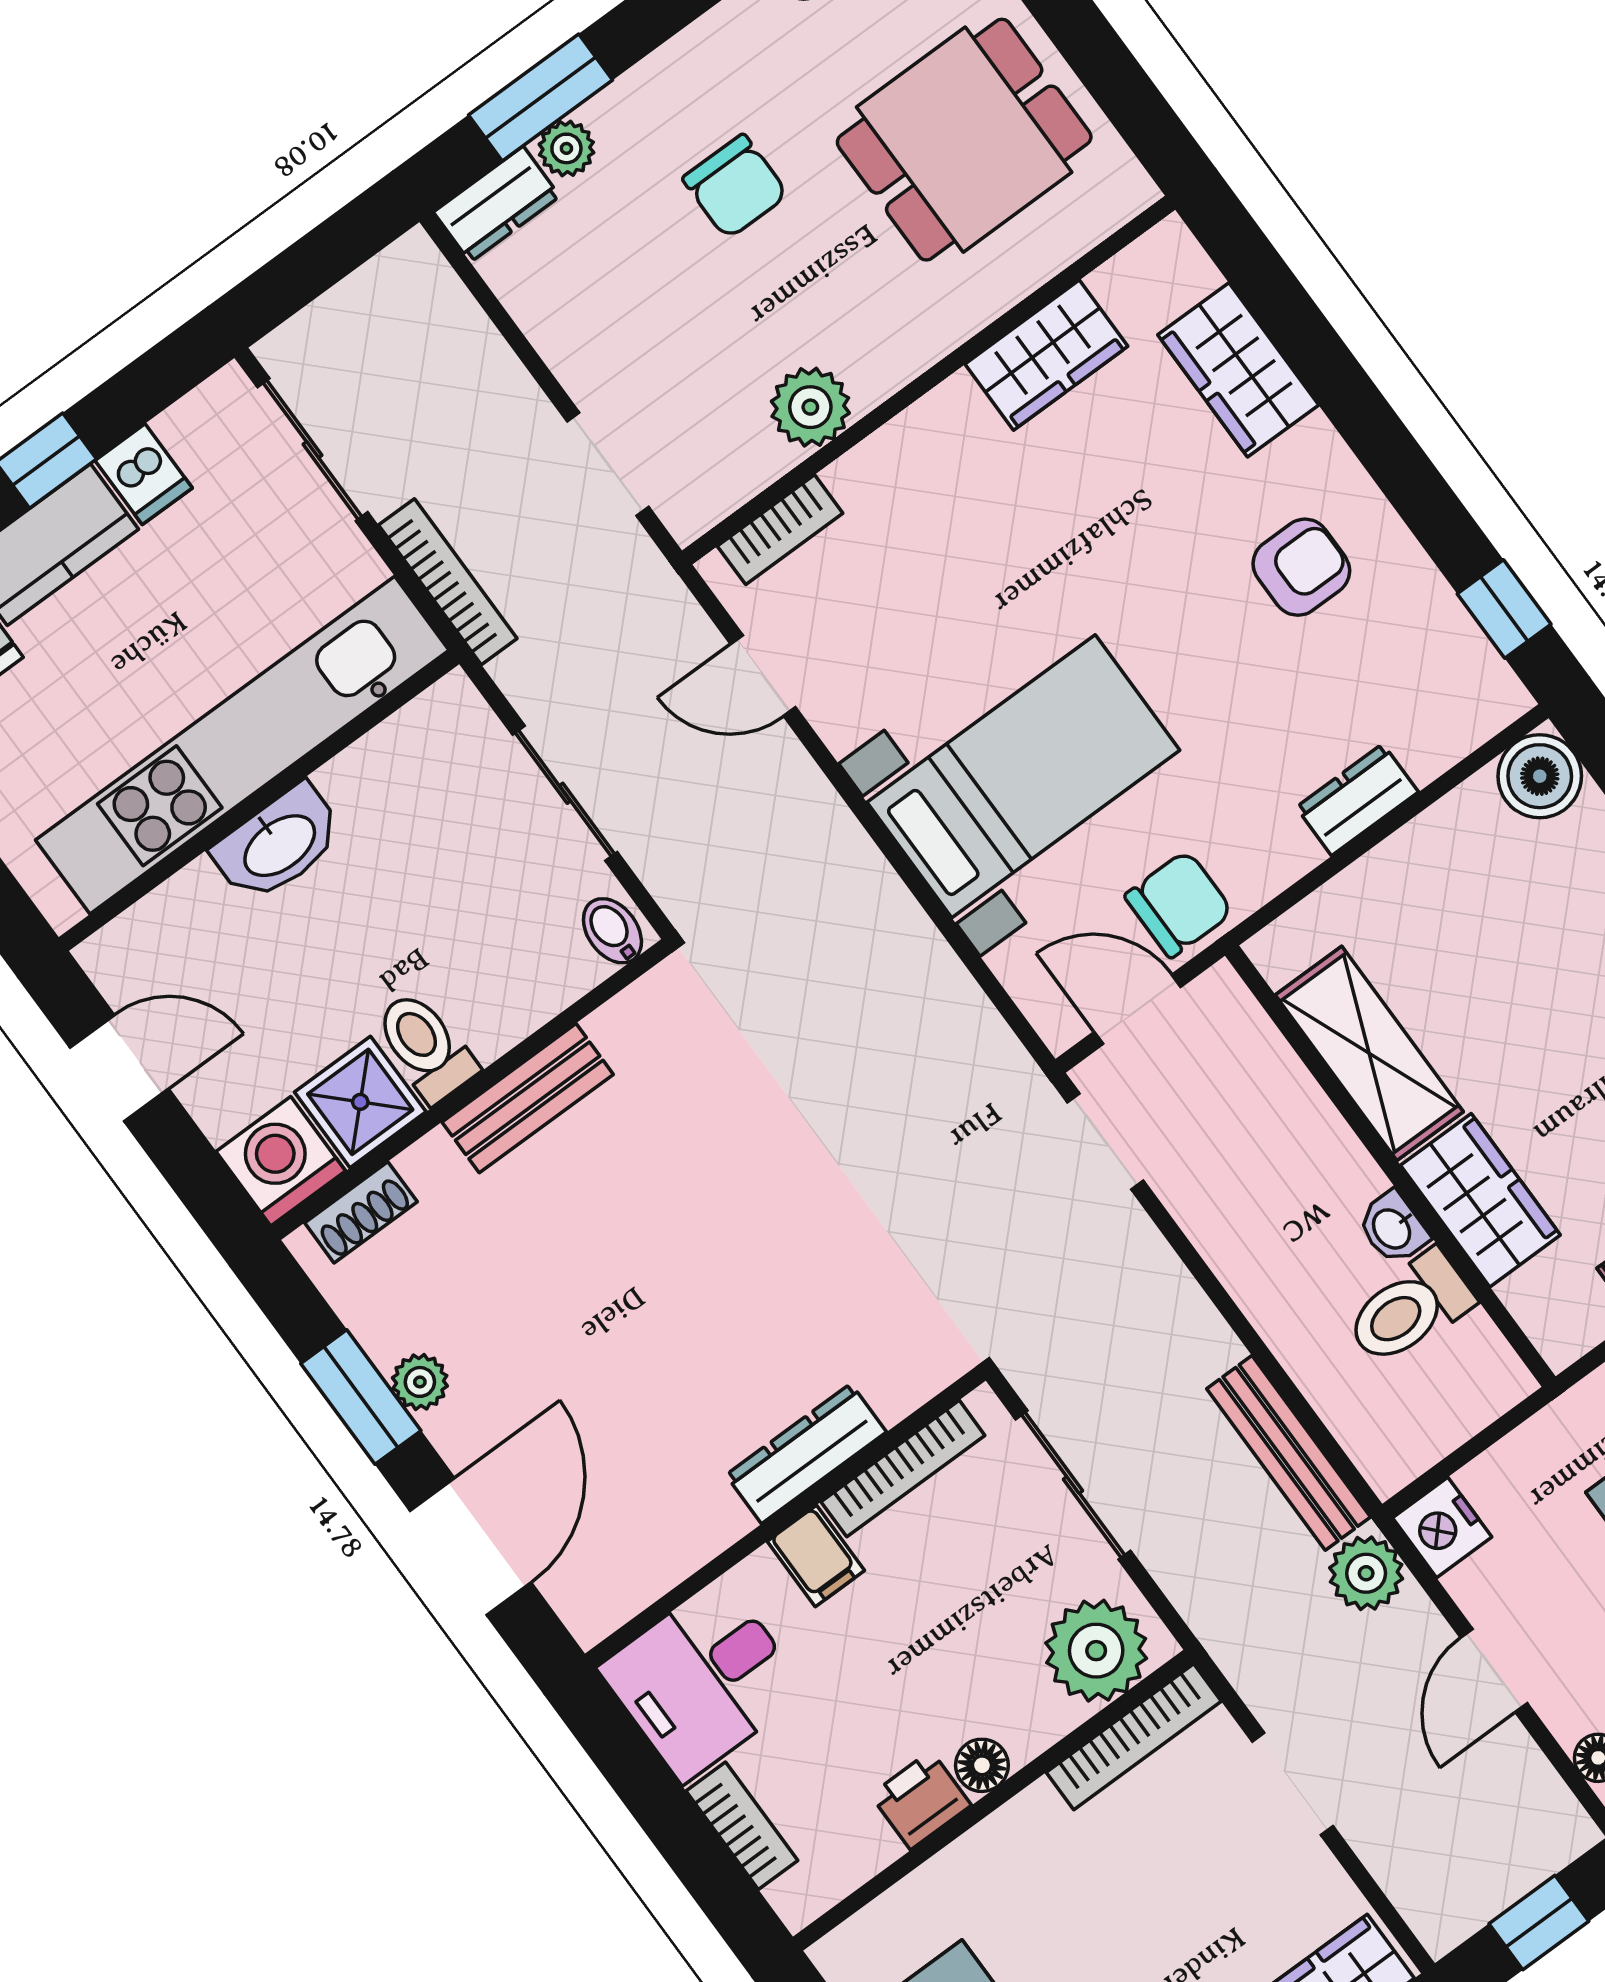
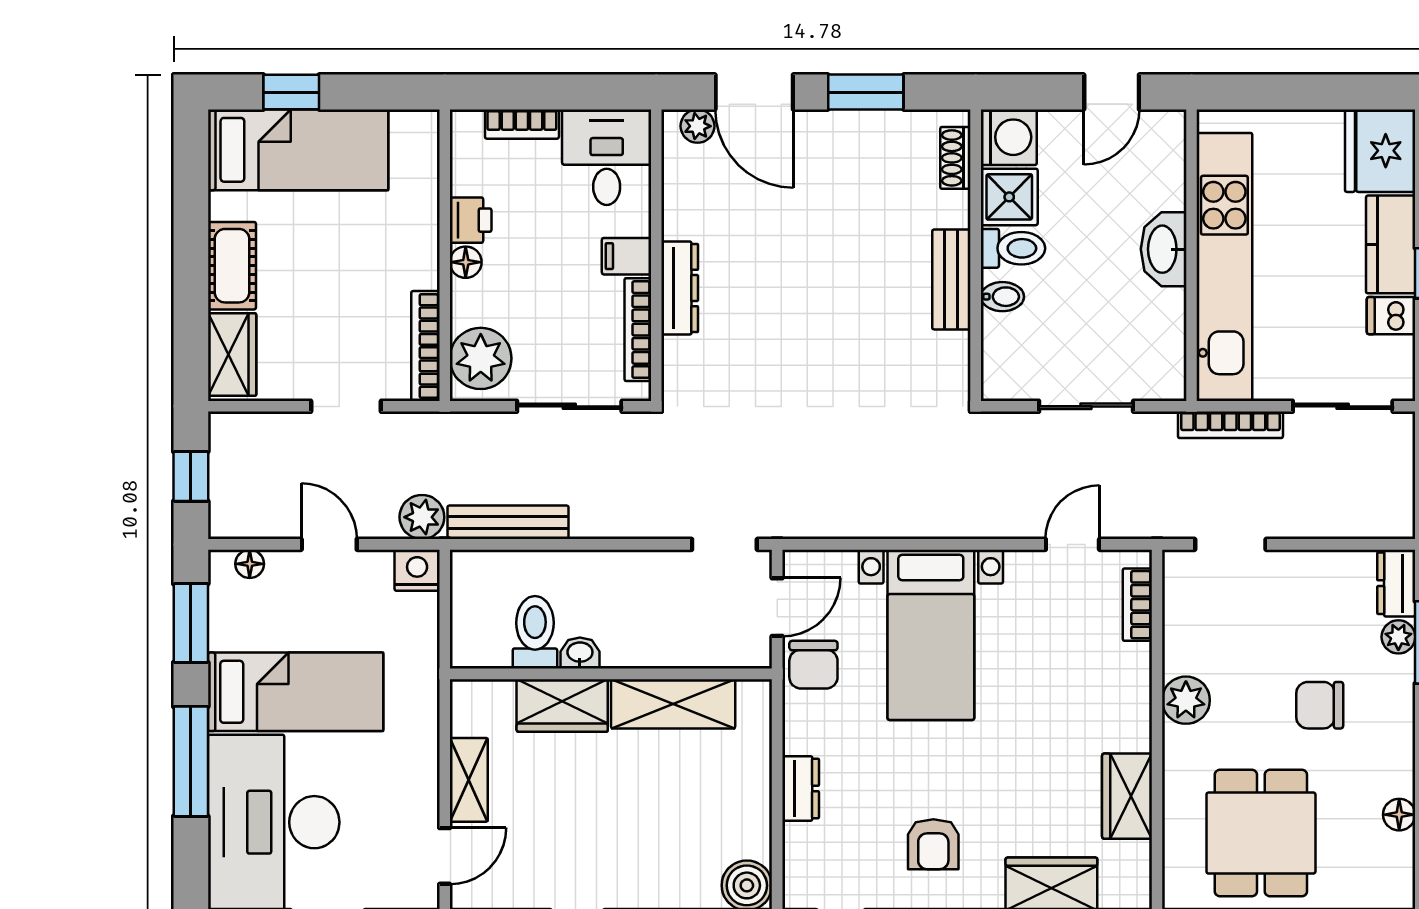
plant: (810, 407) -> (1186, 700), moved
bidet: (612, 931) -> (1002, 297), moved
plant: (420, 1382) -> (698, 126), moved

